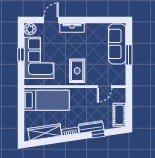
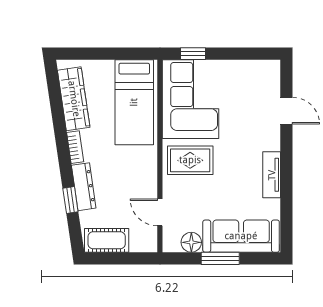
tv unit: (72, 28) -> (272, 175), moved
plant: (30, 29) -> (269, 71), removed
window: (21, 54) -> (193, 54), moved
corner sofa: (39, 58) -> (190, 99), moved, turned -90
floor lamp: (120, 70) -> (191, 242), added

